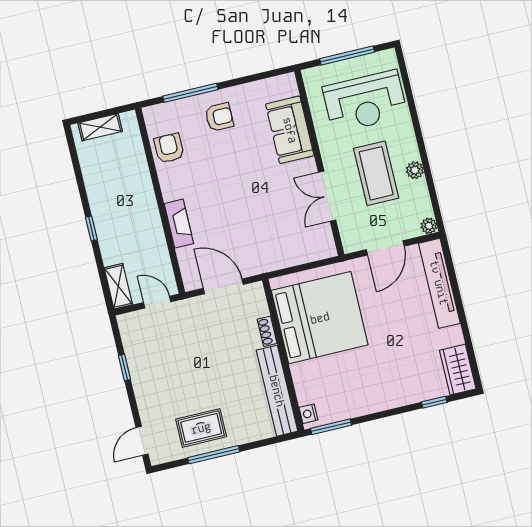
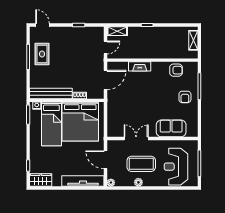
bed: (338, 375) -> (51, 124), added

